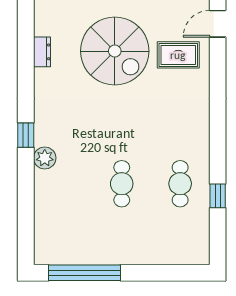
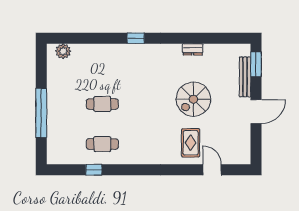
spiral stairs: (115, 51) -> (193, 99), width x0.73, depth x0.73
plant: (45, 158) -> (63, 51), moved
window: (84, 273) -> (41, 113), moved

